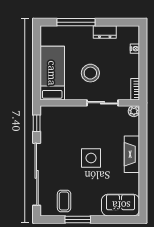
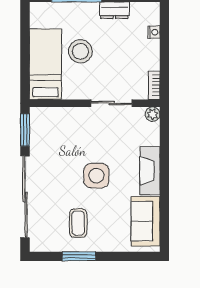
stool: (90, 73) -> (80, 51), moved
window: (37, 123) -> (25, 130), width x1.50
coffee table: (64, 201) -> (78, 223), moved
sofa: (121, 205) -> (146, 221), moved, turned -90

